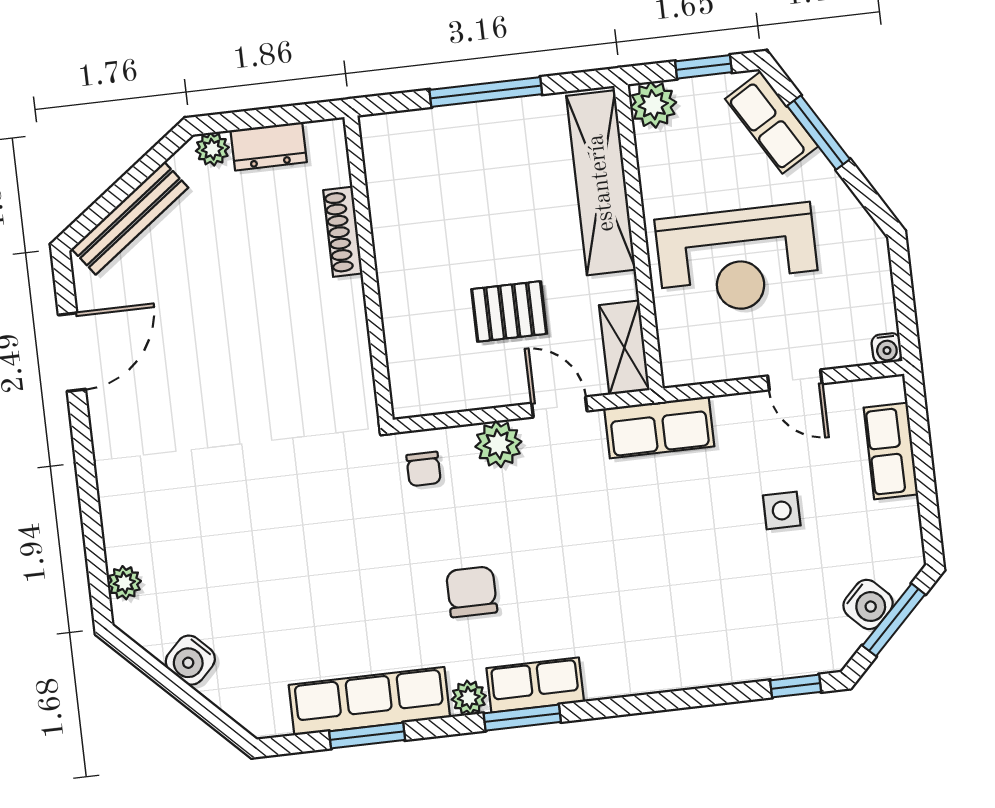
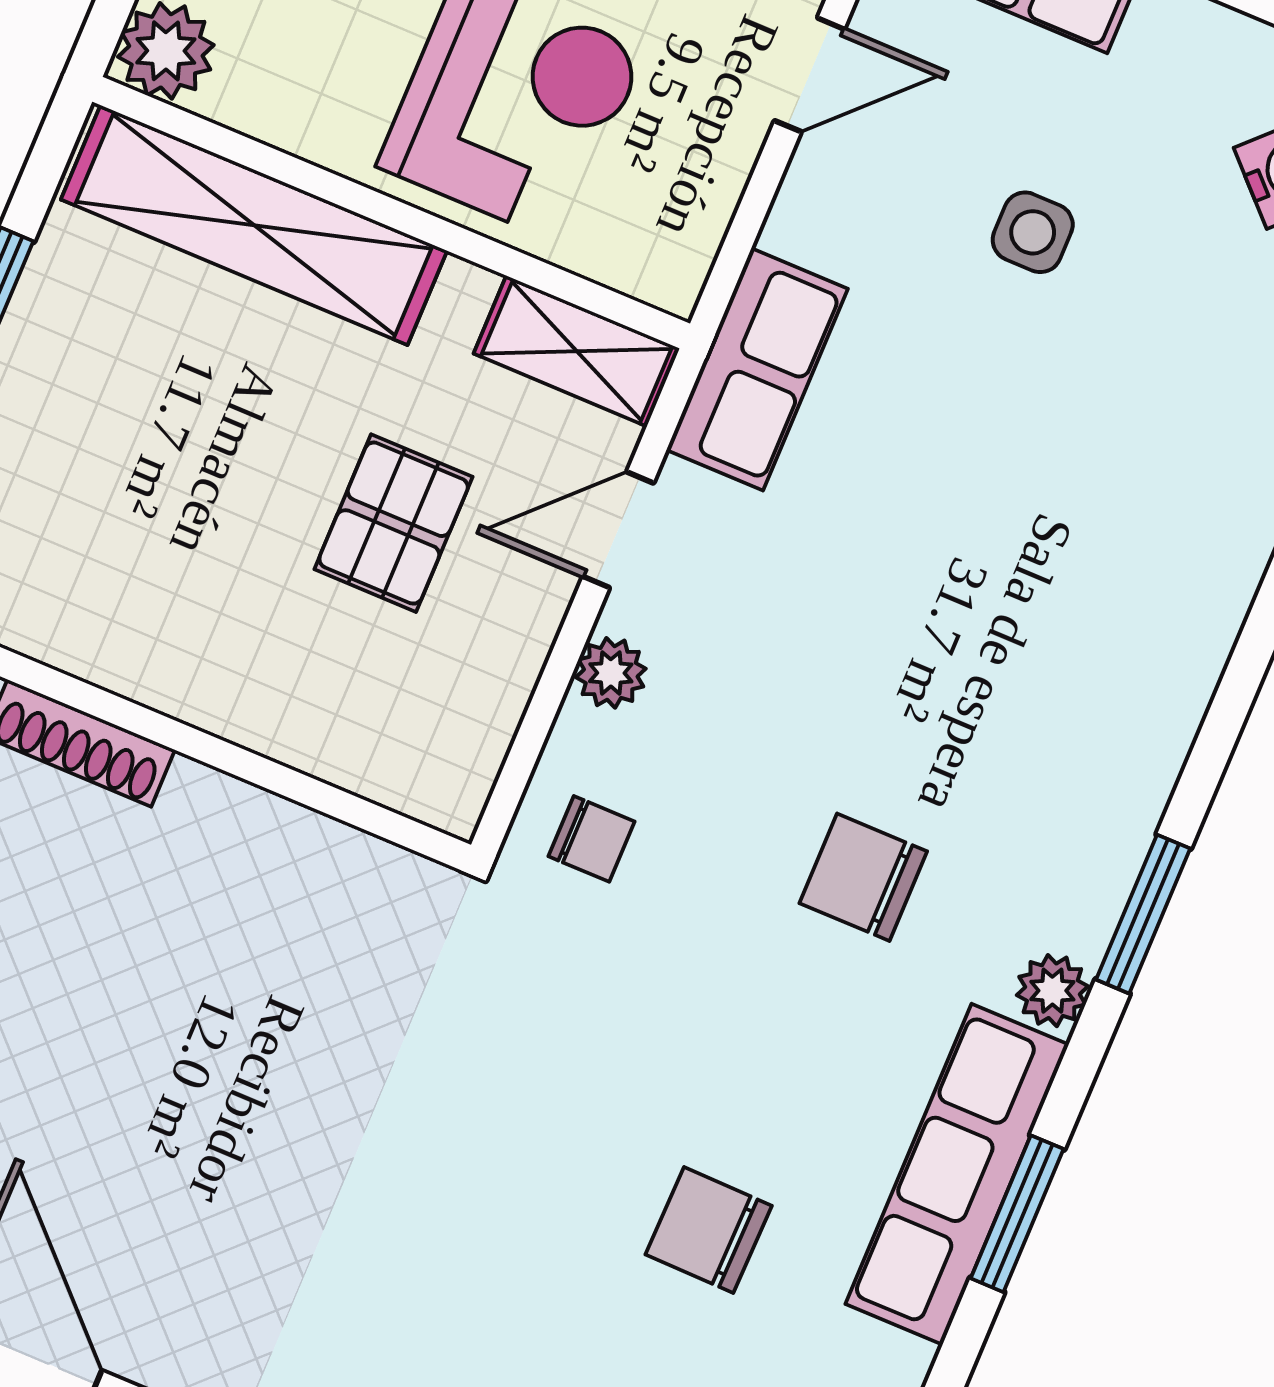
plant: (498, 444) -> (611, 673), width x0.73, depth x0.73
chair: (287, 610) -> (709, 1230), added
row of seats: (535, 685) -> (1097, 857), removed

